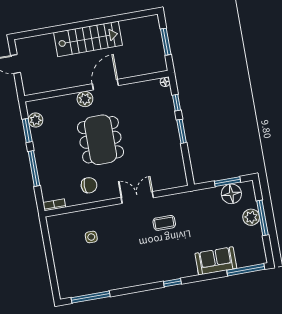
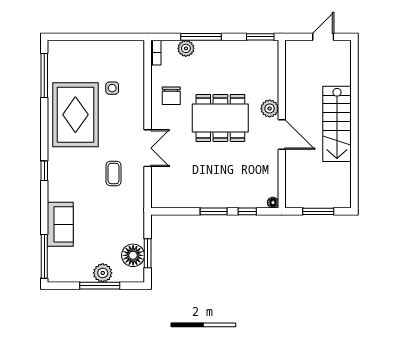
plant: (36, 120) -> (186, 48), moved
window: (27, 130) -> (260, 37), moved
rug: (120, 264) -> (75, 115), added

